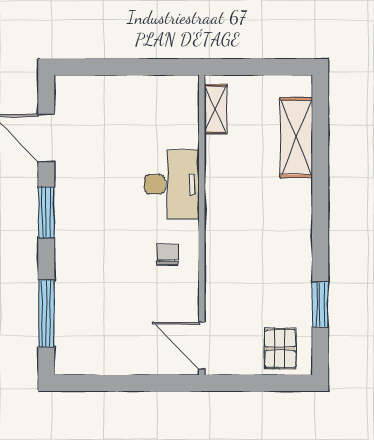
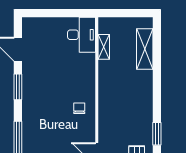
shelving: (215, 109) -> (104, 47), moved
desk: (172, 184) -> (82, 35), moved

